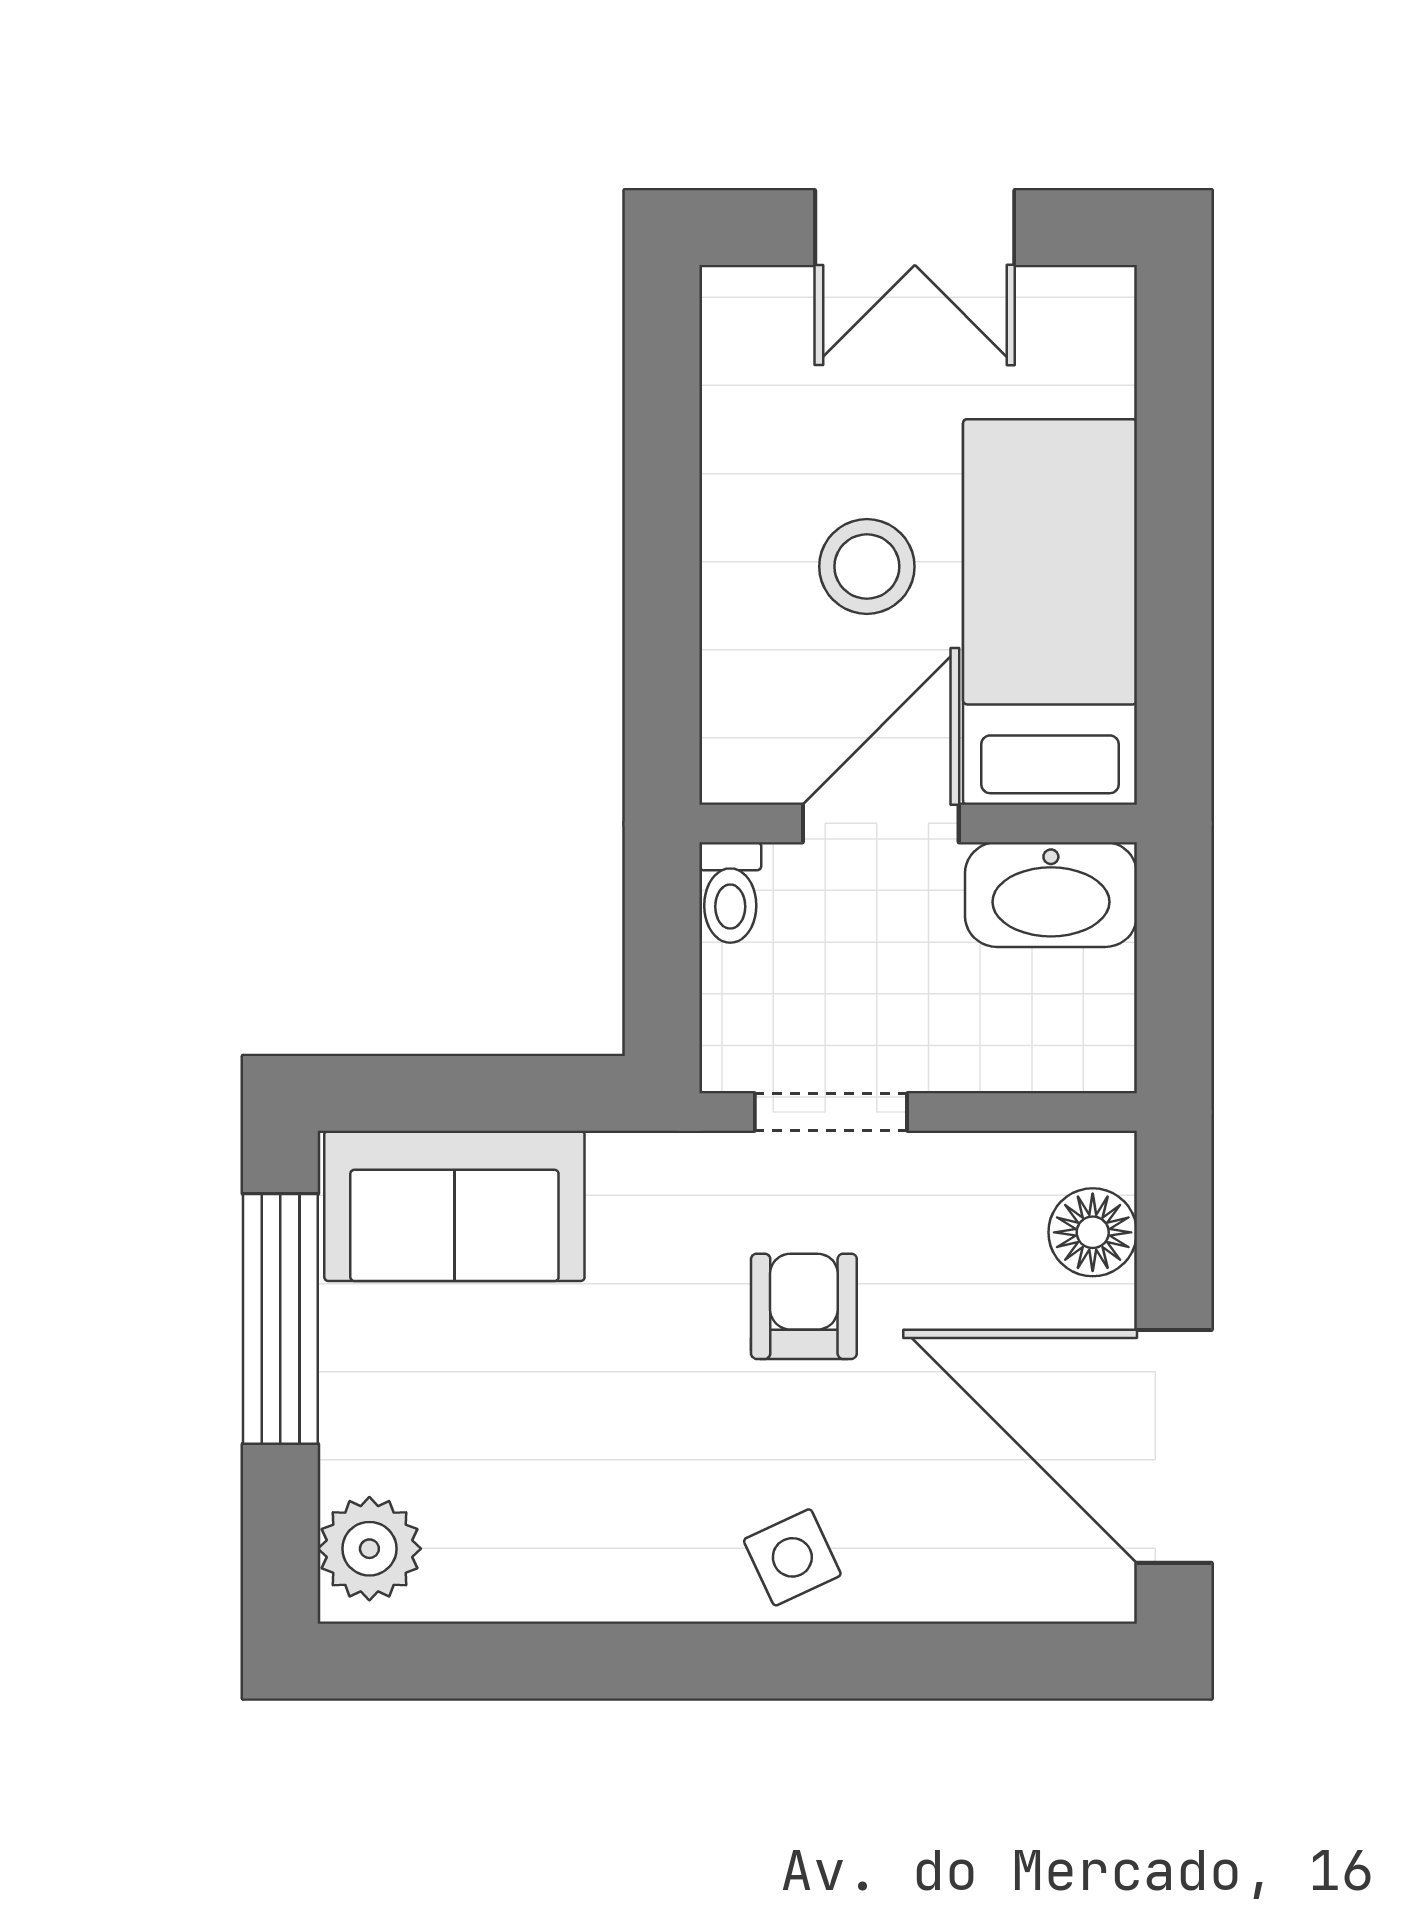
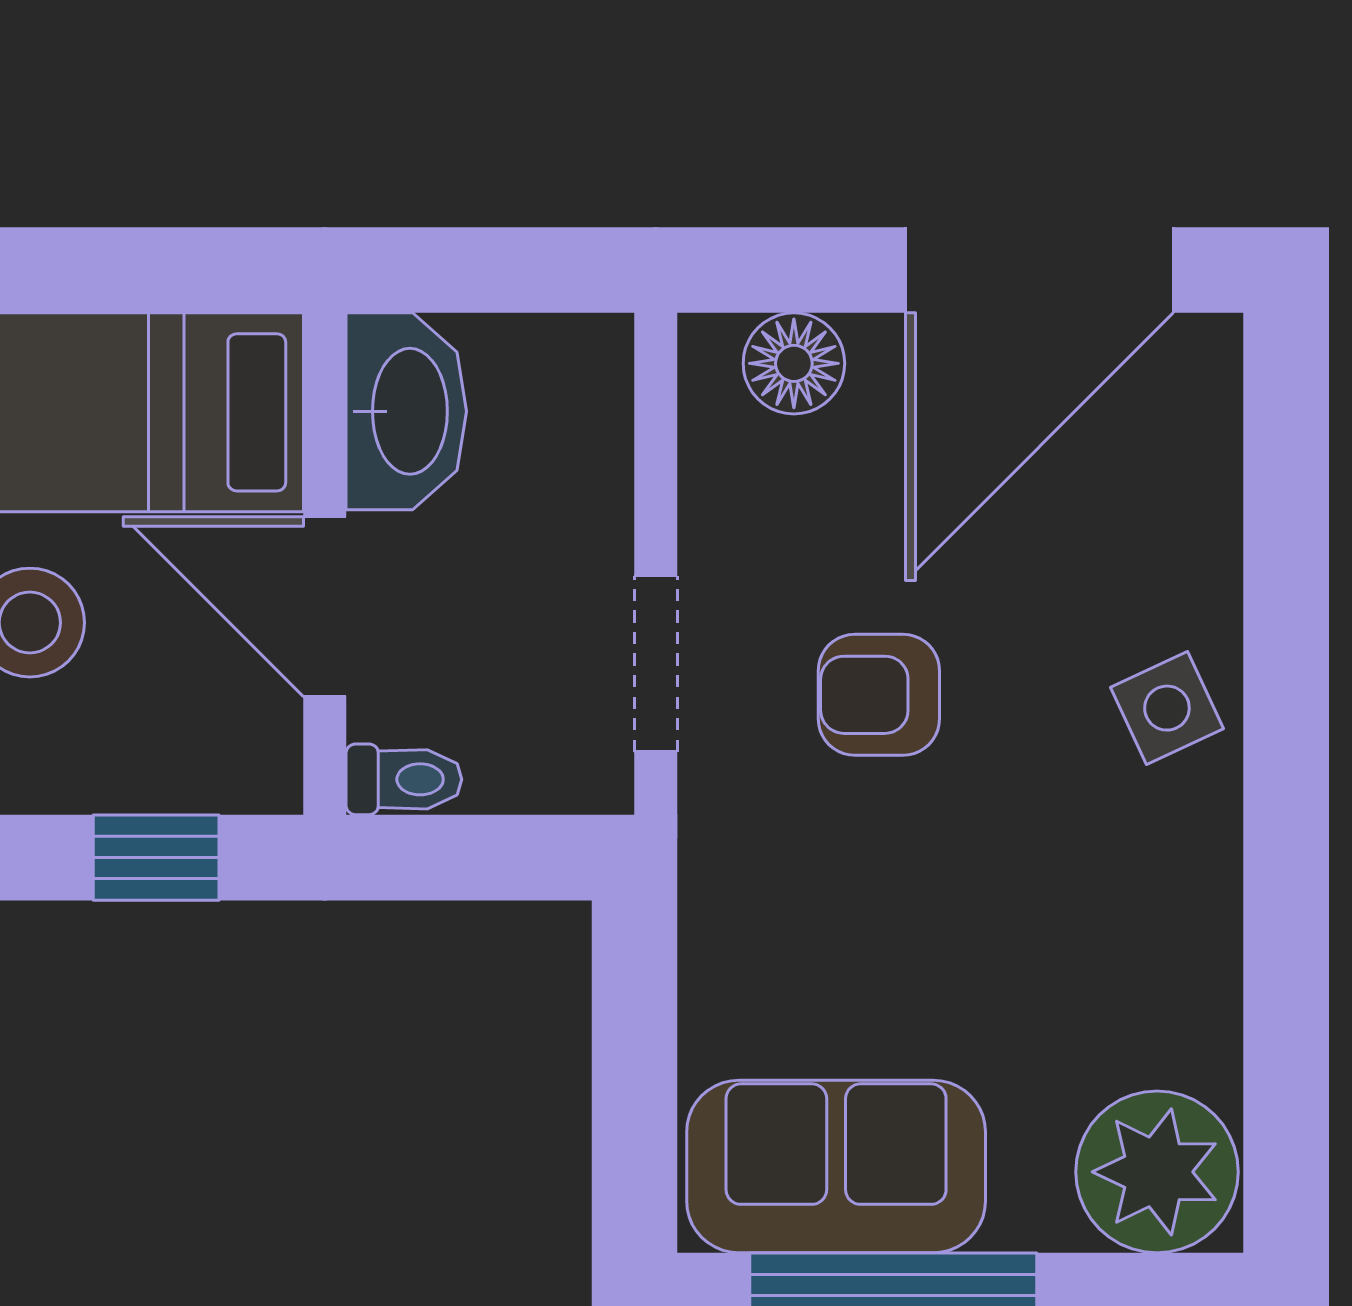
window: (662, 677) -> (156, 858), added
sofa: (454, 1206) -> (836, 1167), moved, turned -90
plant: (369, 1549) -> (1157, 1172), width x1.36, depth x1.36

